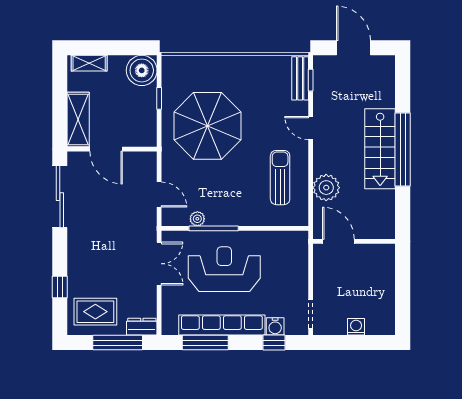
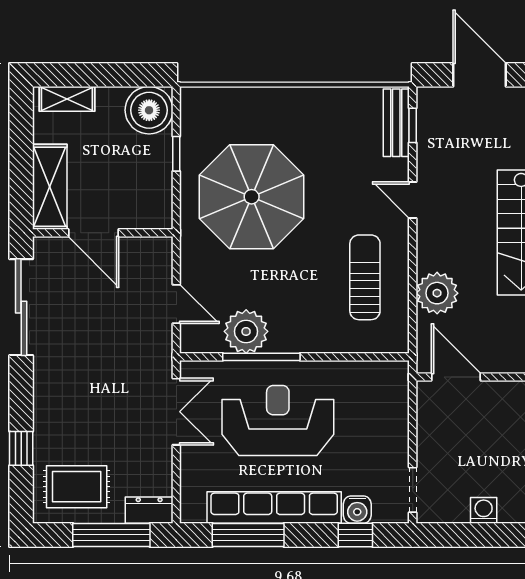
plant: (197, 219) -> (246, 331), width x1.87, depth x1.87

